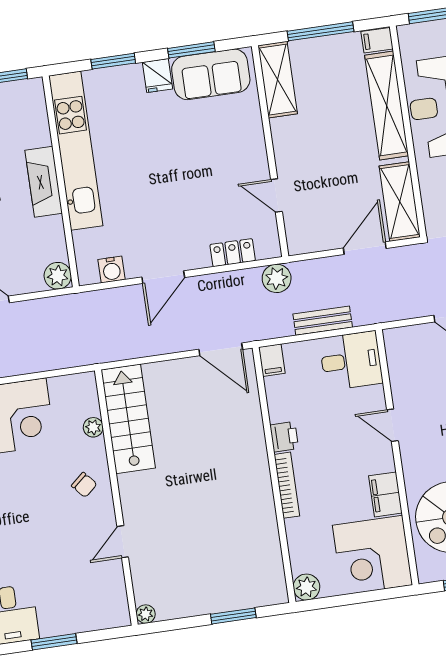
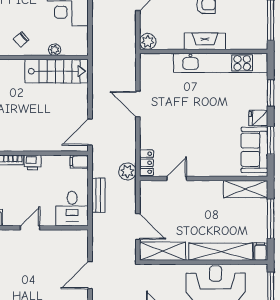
locker: (233, 253) -> (146, 163), moved
water cooler: (112, 270) -> (147, 74), removed

